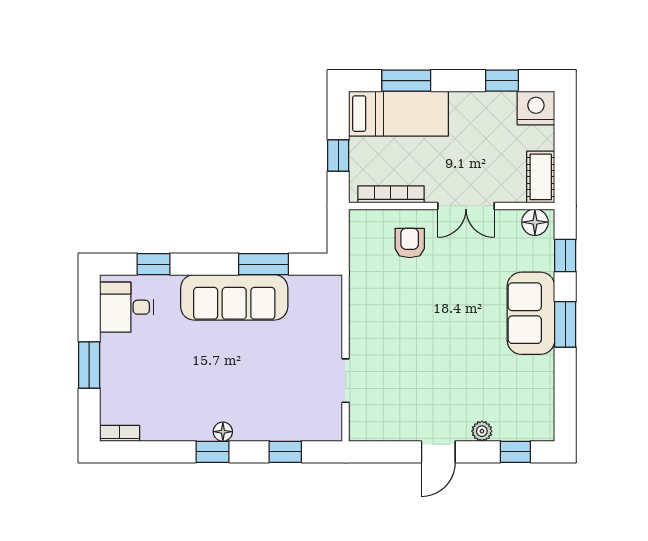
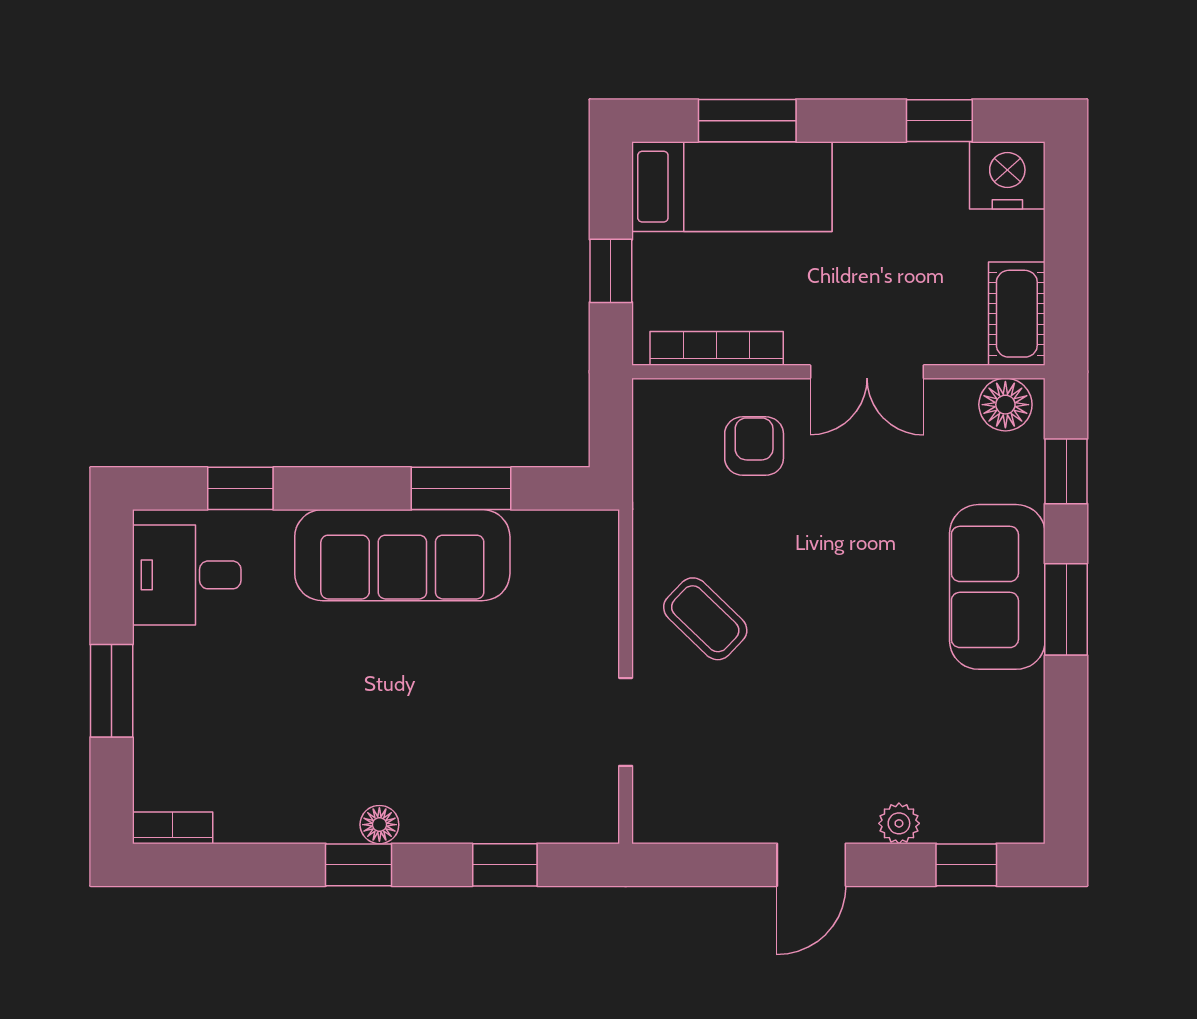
coffee table: (385, 329) -> (705, 619), added

